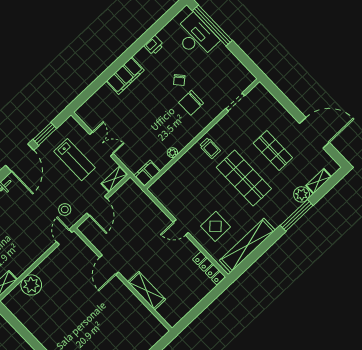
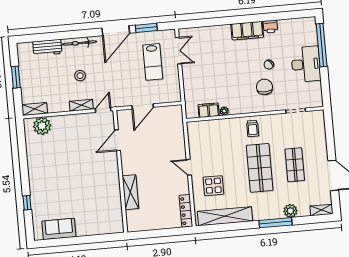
desk: (196, 37) -> (306, 64), moved
filing cabinet: (125, 76) -> (247, 31), moved
chair: (191, 103) -> (264, 87), turned 90
double door: (101, 144) -> (178, 51), moved
filing cabinet: (147, 173) -> (209, 110), moved
shelving: (114, 179) -> (81, 105), moved
shelving: (319, 181) -> (321, 210), moved
stool: (65, 210) -> (80, 76), moved
door: (109, 265) -> (118, 140), moved
plant: (31, 285) -> (42, 126), moved

